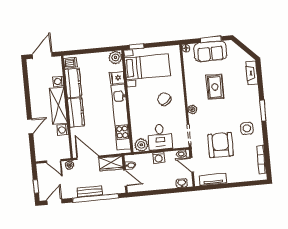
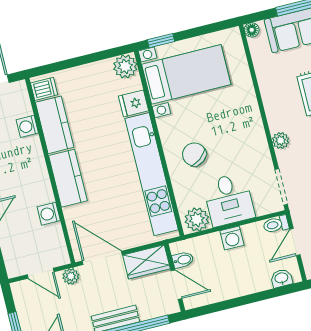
chair: (164, 99) -> (194, 154), moved
shelving: (58, 106) -> (34, 171), removed
door: (192, 165) -> (295, 242), hinge flipped

